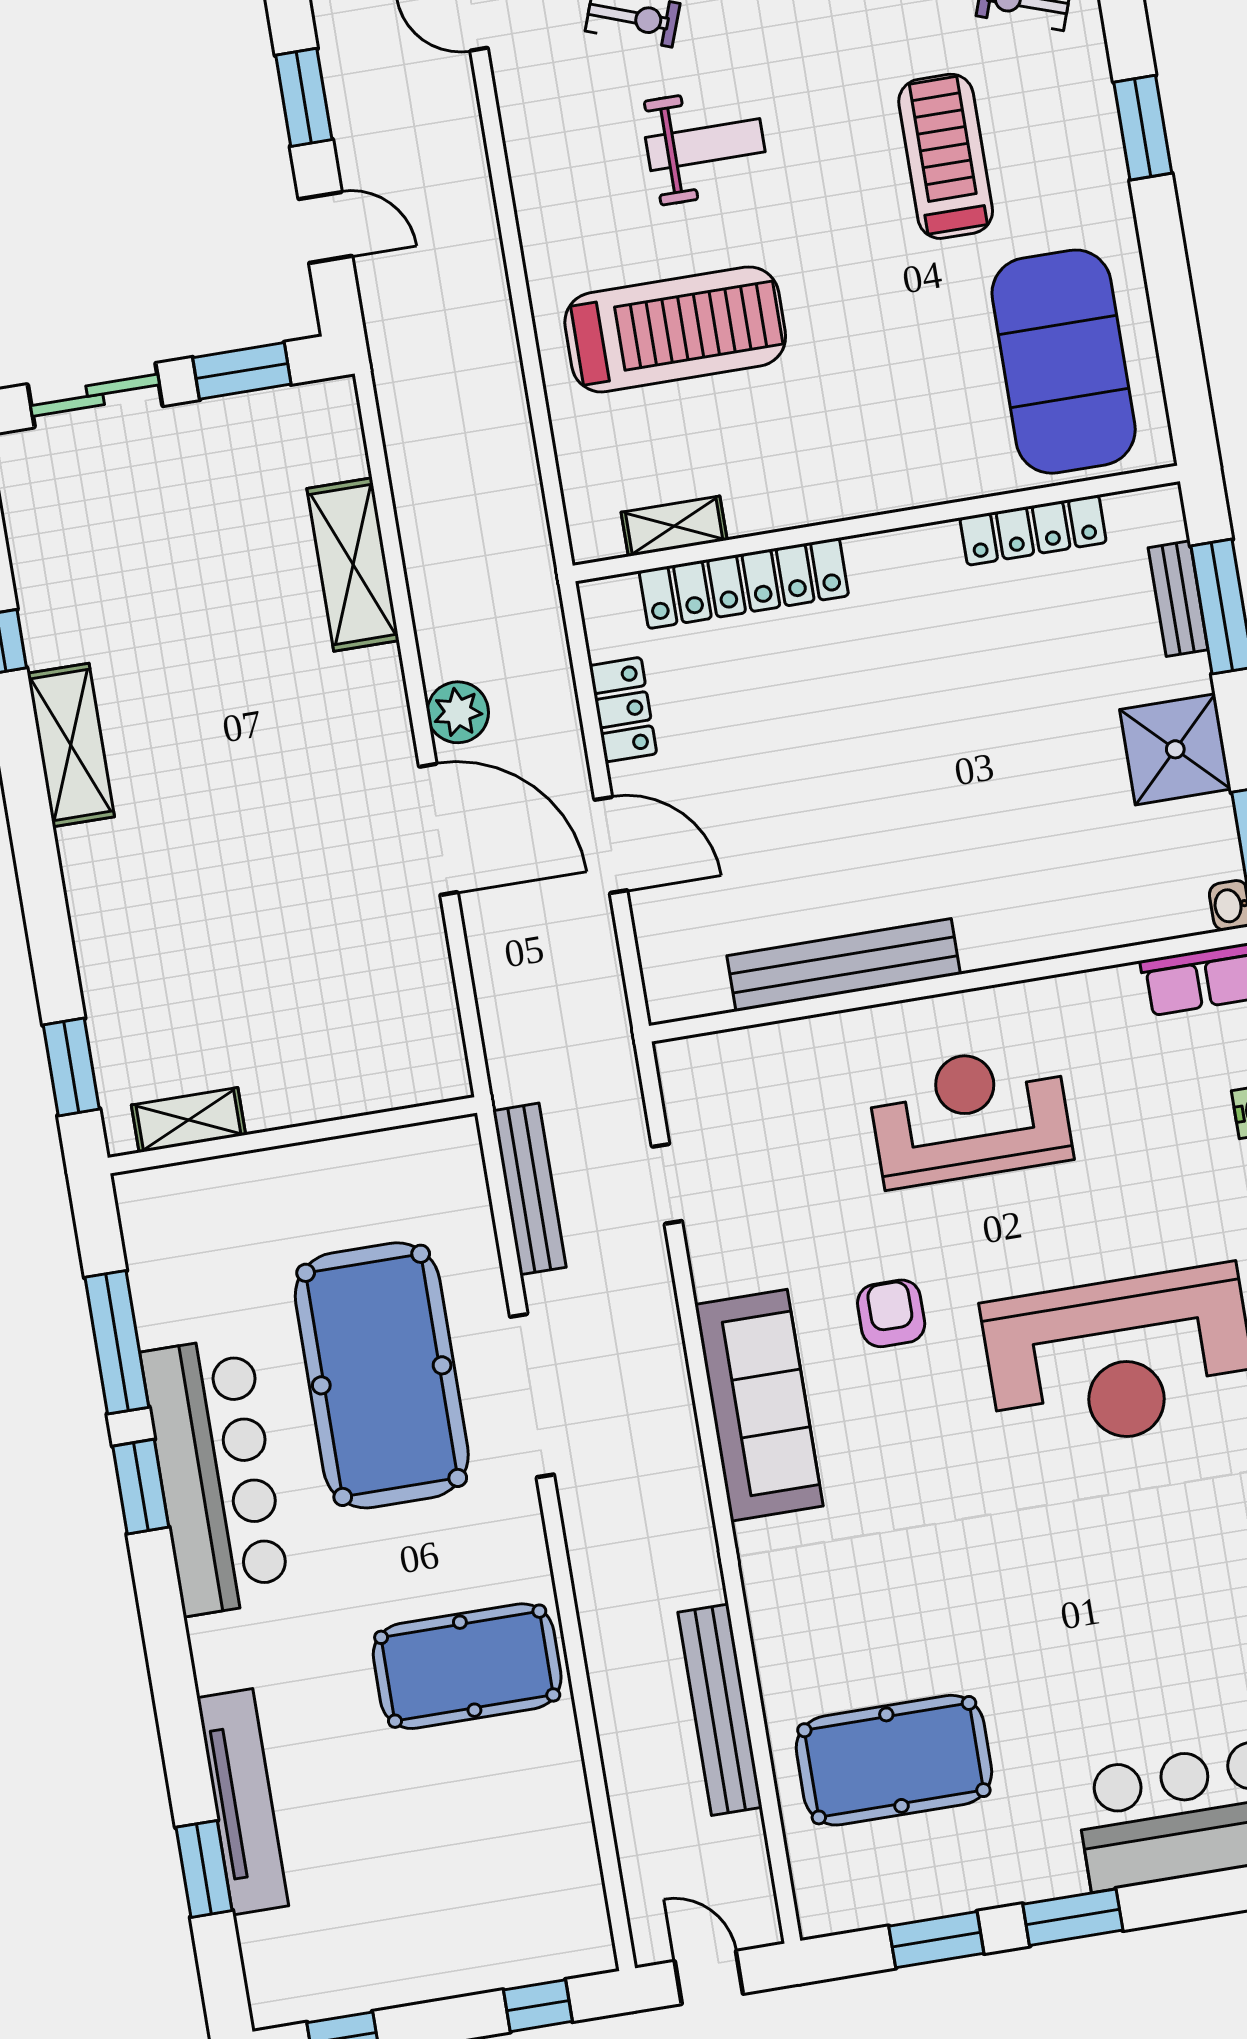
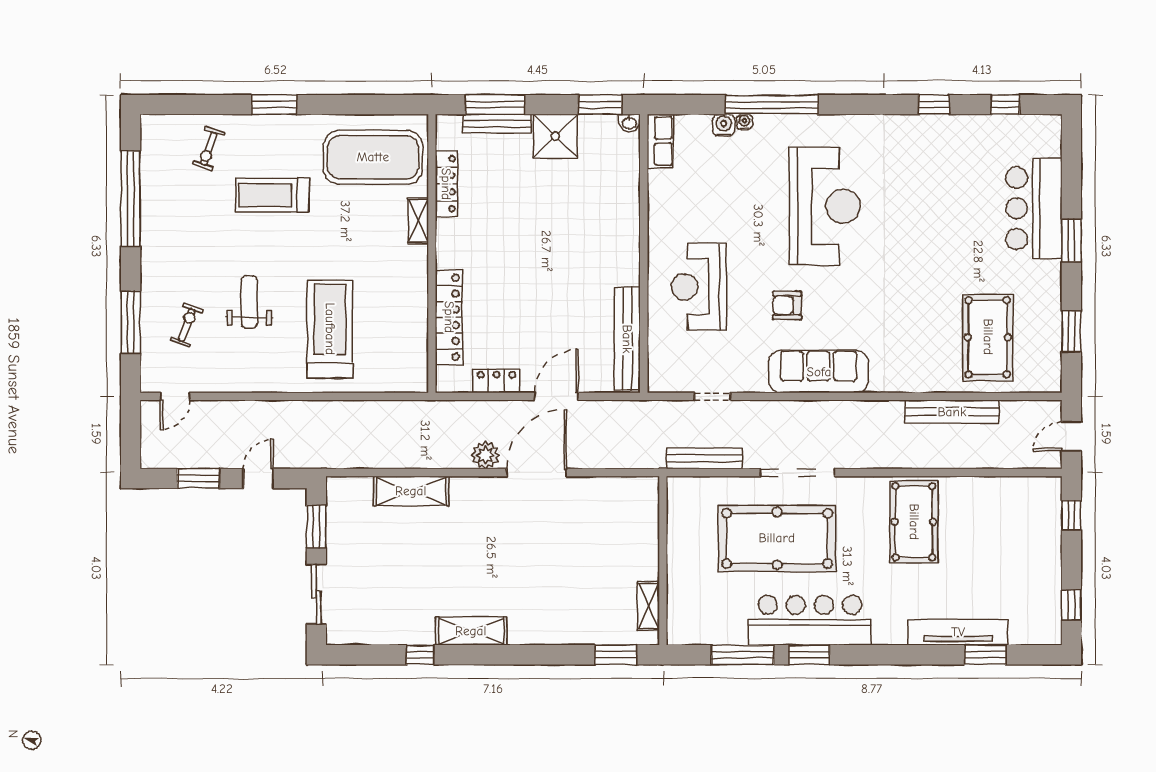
shelving: (674, 526) -> (418, 221), moved
bench: (1178, 599) -> (497, 124), width x1.36
bench: (844, 965) -> (627, 339), moved
reception desk: (970, 1116) -> (699, 287), moved
window: (1073, 1917) -> (1071, 240), moved

